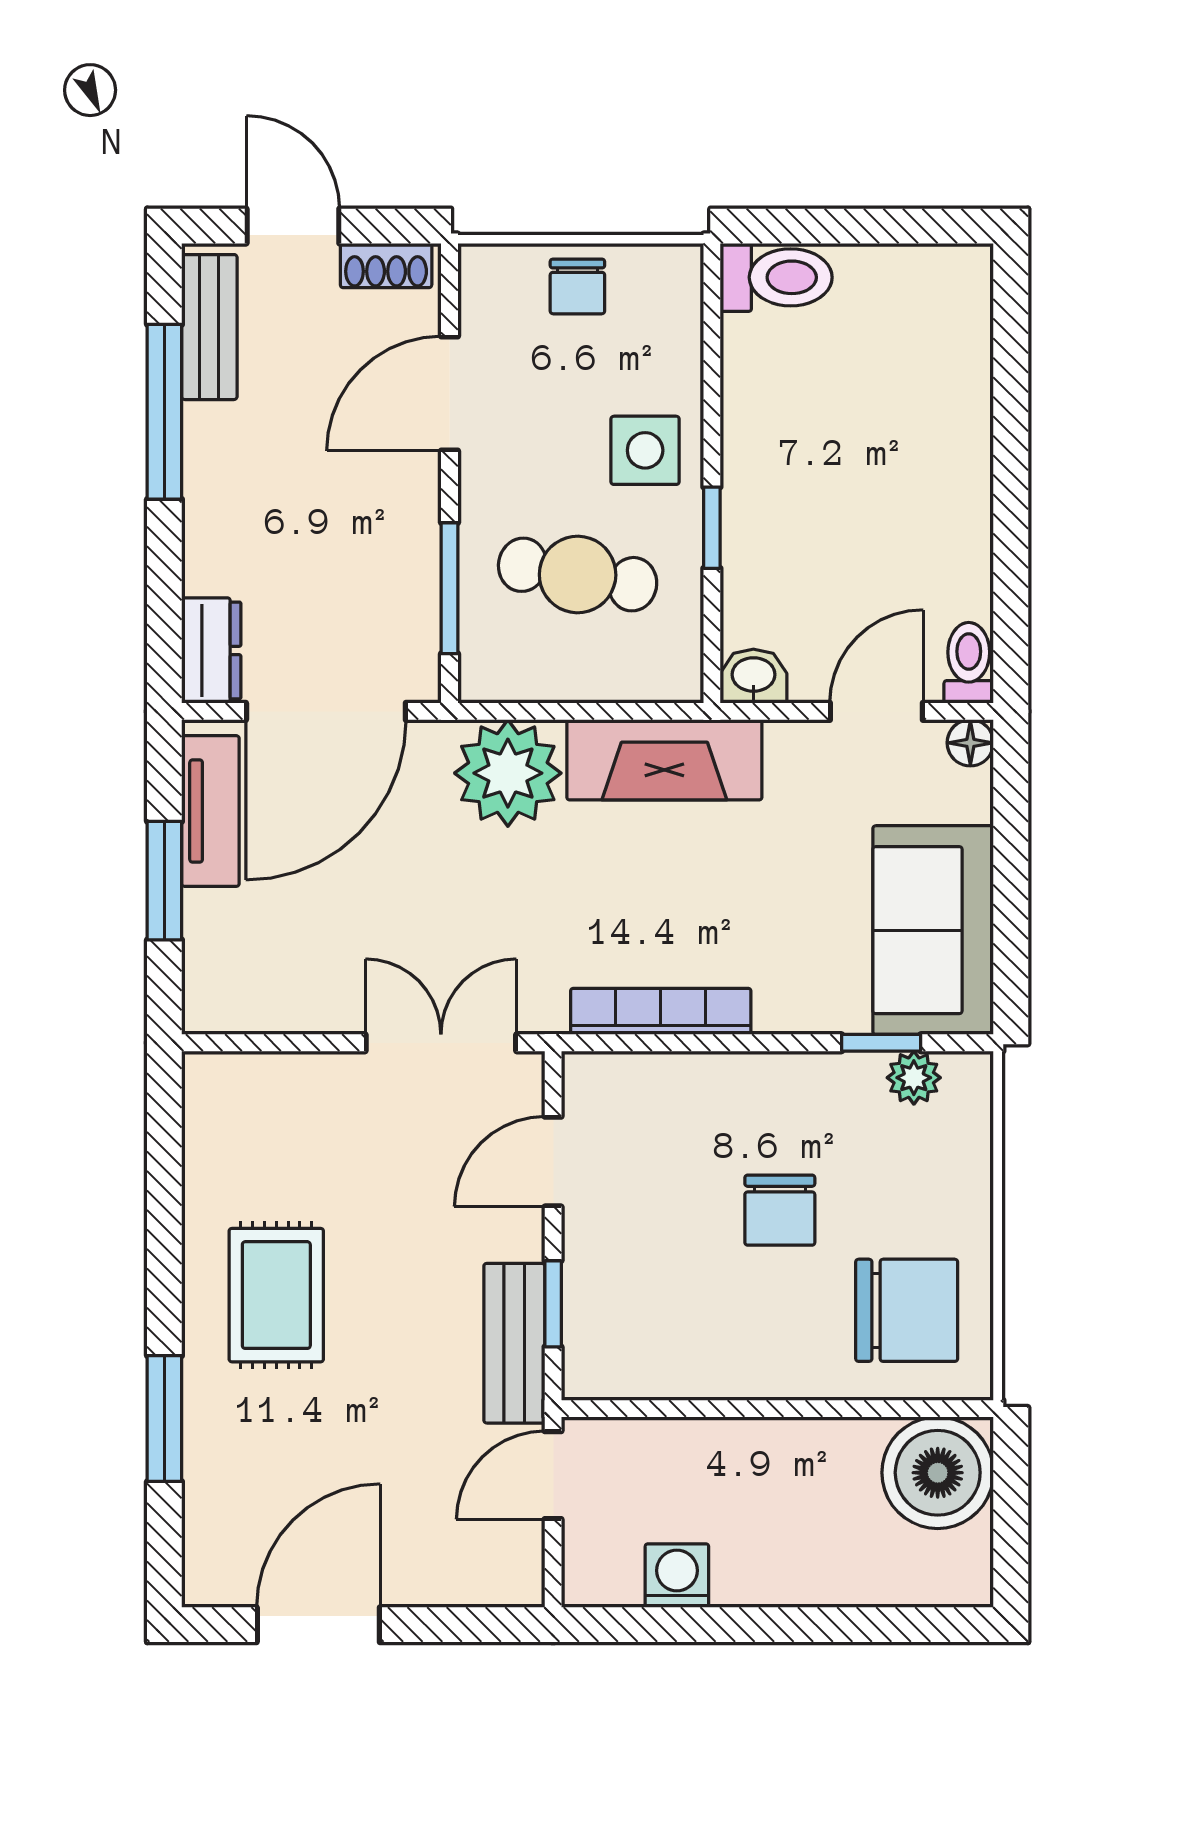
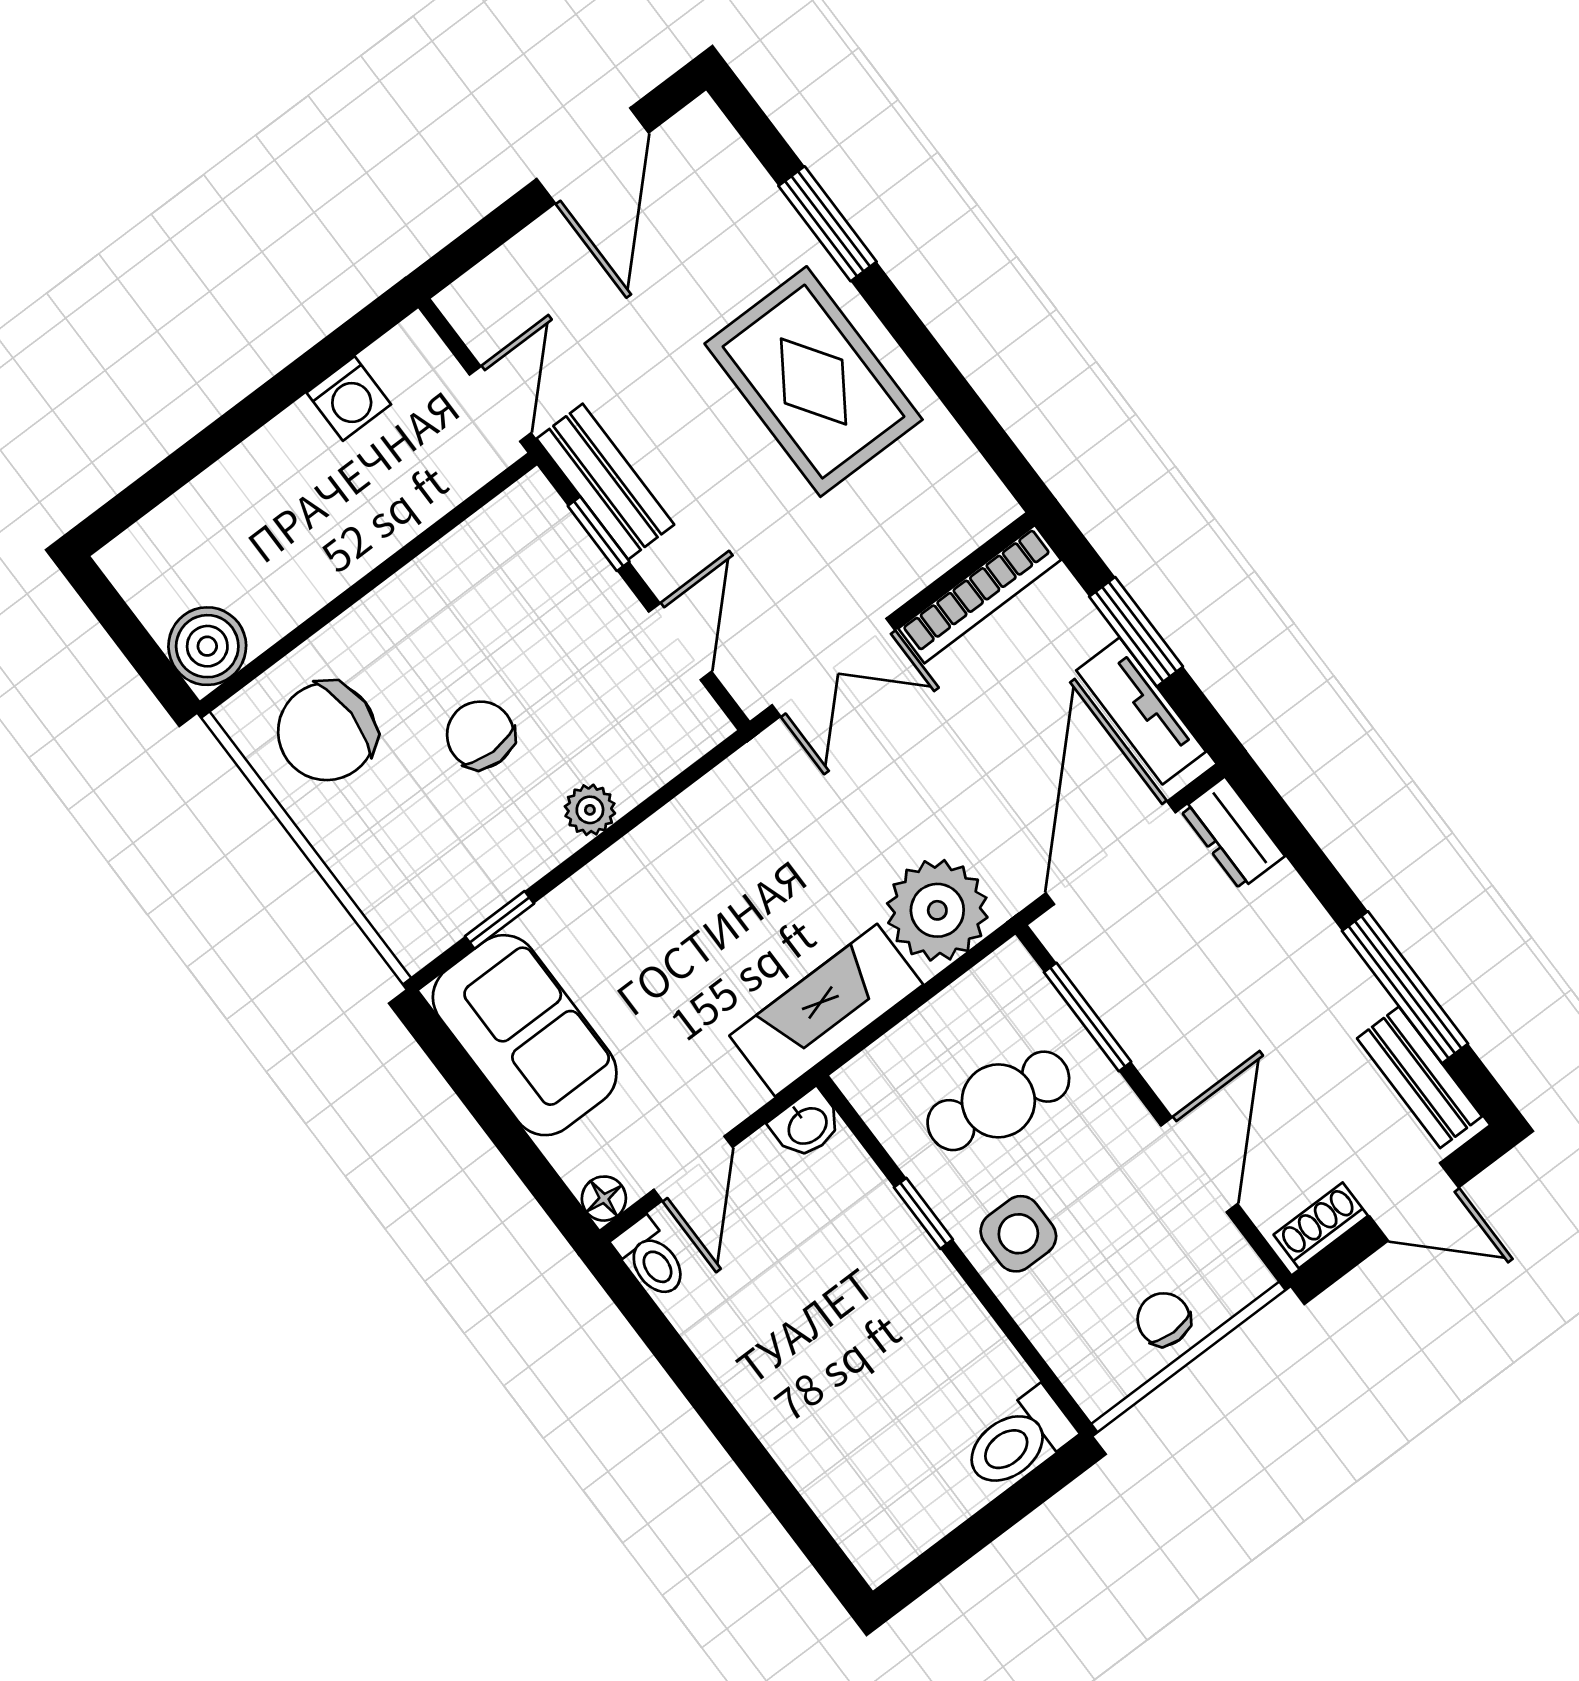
bookcase: (661, 1011) -> (980, 594), moved
plant: (914, 1078) -> (590, 810), moved
rug: (276, 1295) -> (814, 382), width x1.36, depth x1.43
boiler: (938, 1473) -> (207, 646), width x0.73, depth x0.73

